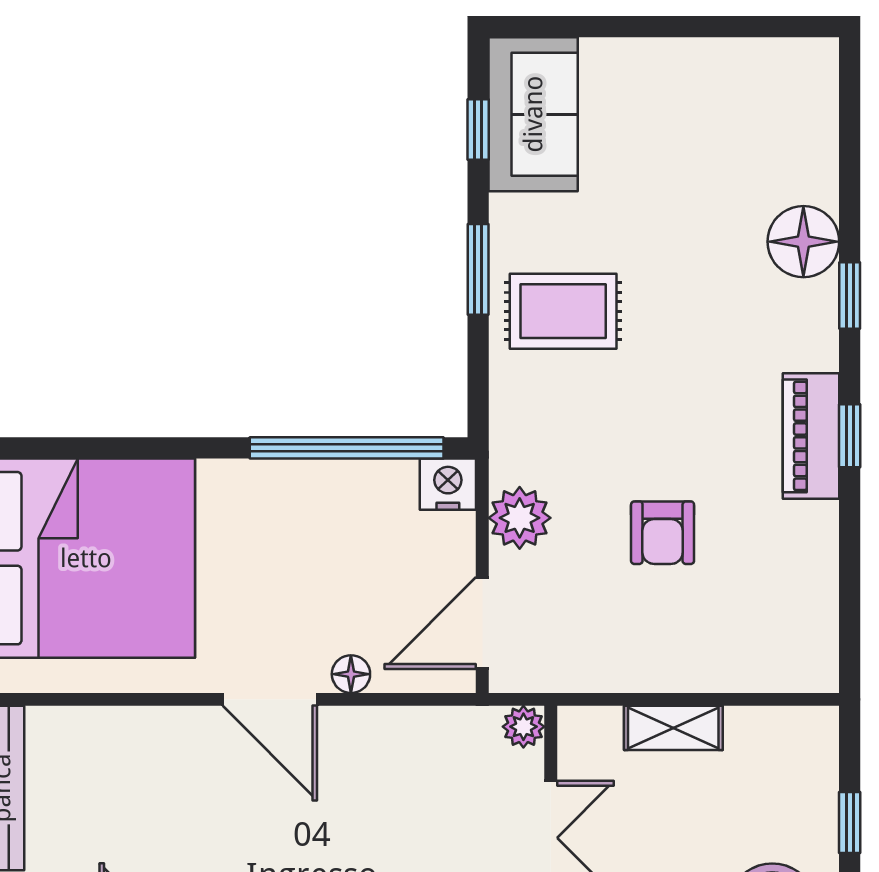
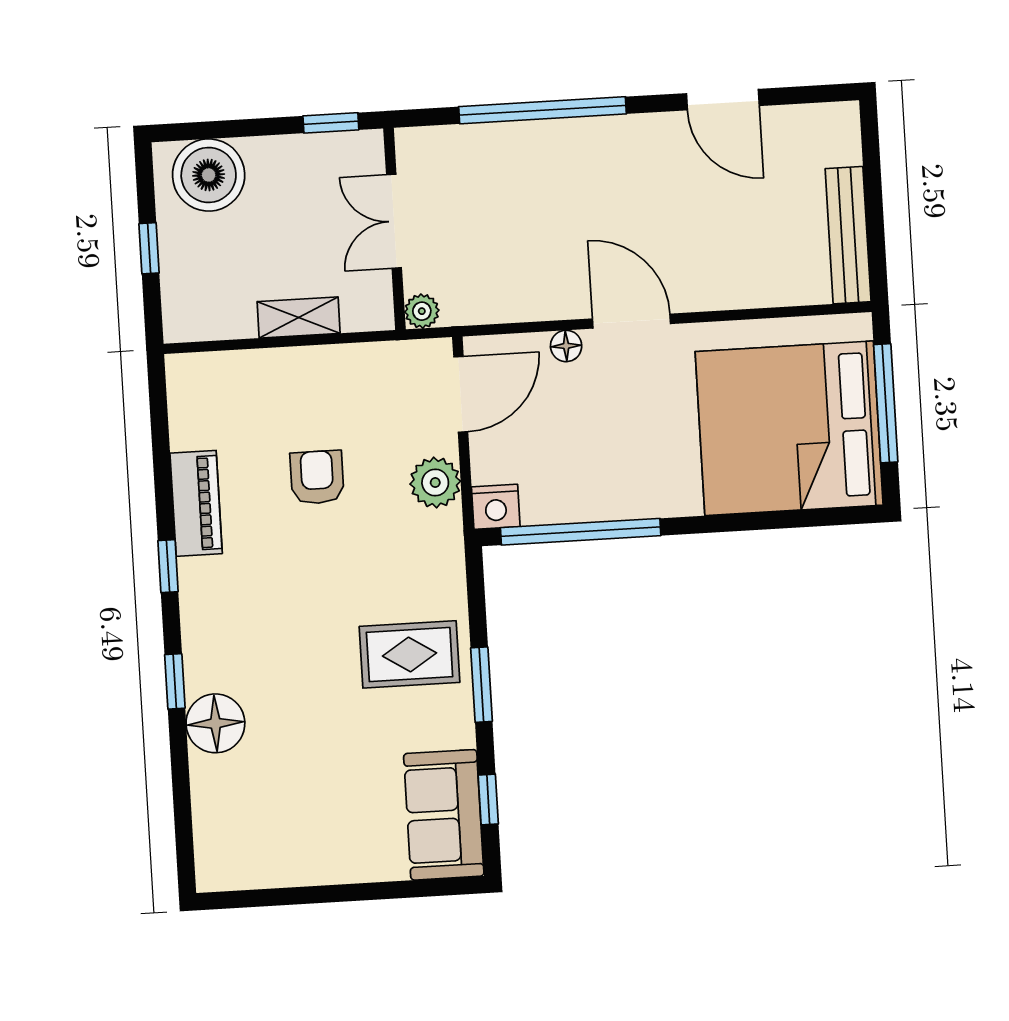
piano: (811, 436) -> (196, 503), moved

